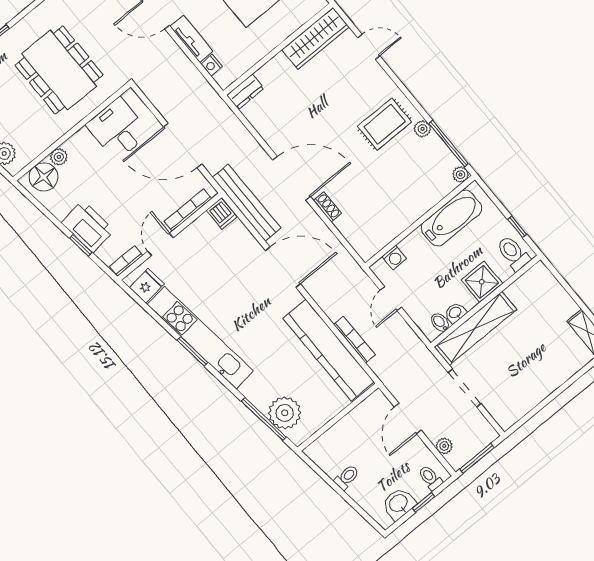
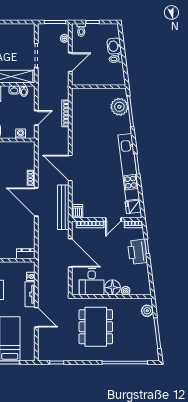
floor lamp: (44, 177) -> (112, 288), moved
kitchen counter: (329, 350) -> (80, 118), removed
washbasin: (399, 504) -> (114, 46), moved, turned 83

